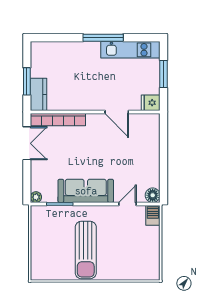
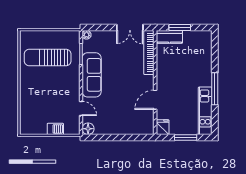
barbecue: (153, 215) -> (55, 129), moved
sun lounger: (86, 250) -> (48, 58), moved

